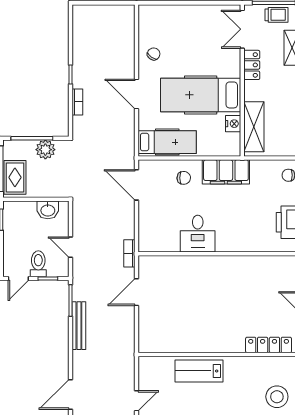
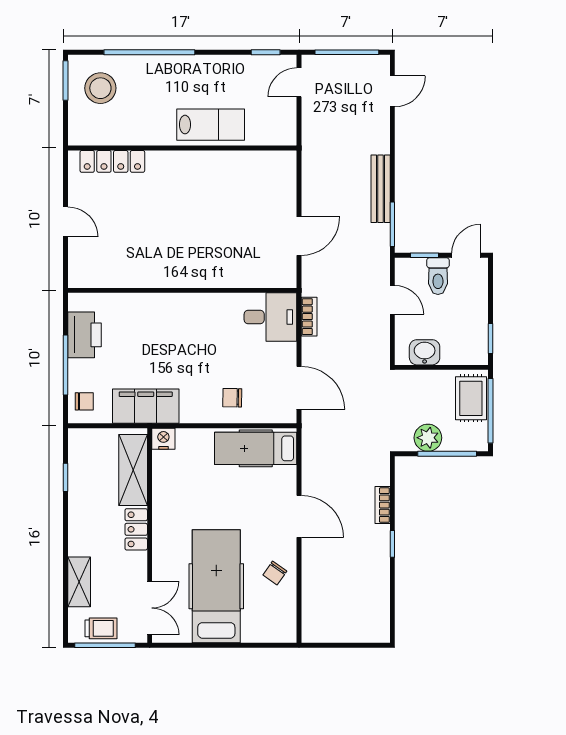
trolley: (277, 15) -> (101, 628), turned 180
locker: (252, 65) -> (136, 529), moved
hospital bed: (201, 95) -> (216, 586), moved, turned -90
nightstand: (233, 124) -> (163, 439), moved, turned 90
filing cabinet: (226, 172) -> (146, 406), moved
desk: (198, 234) -> (270, 317), moved, turned 90
bookcase: (129, 253) -> (309, 317), moved
door: (71, 395) -> (392, 91), width x0.73

